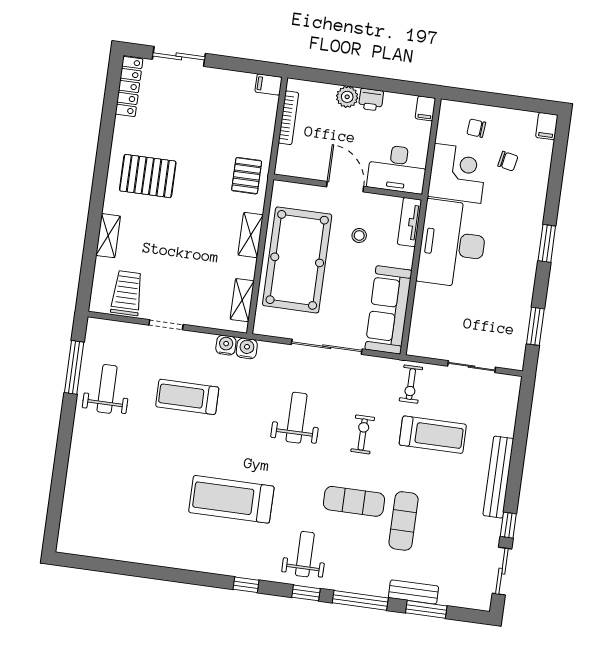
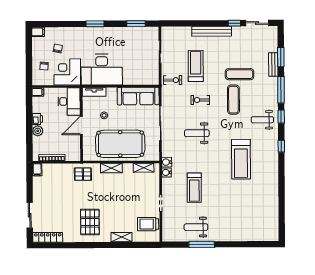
window: (74, 367) -> (202, 244), moved

